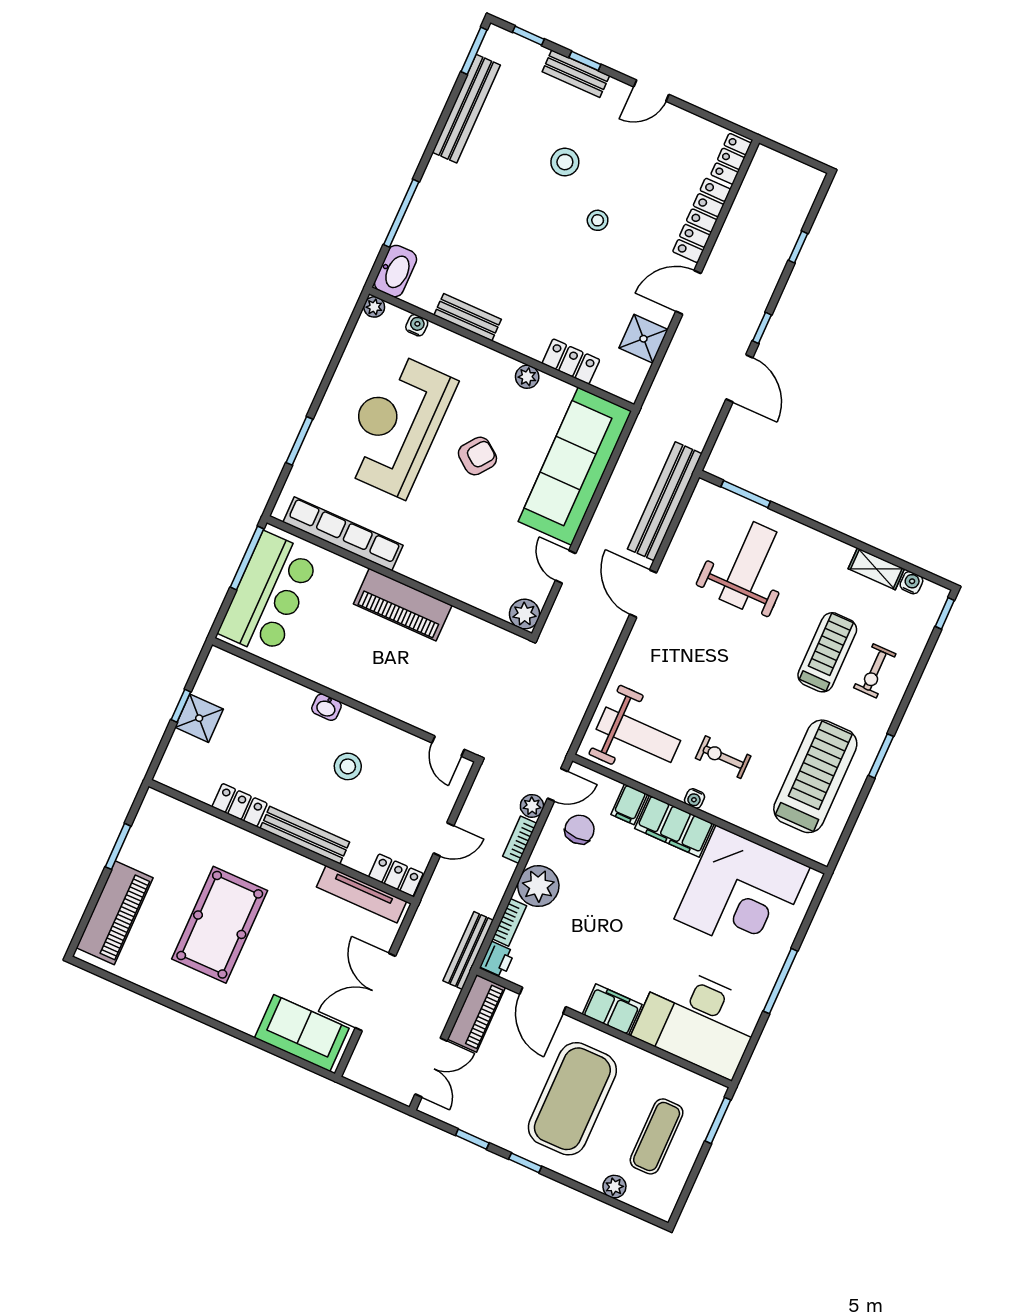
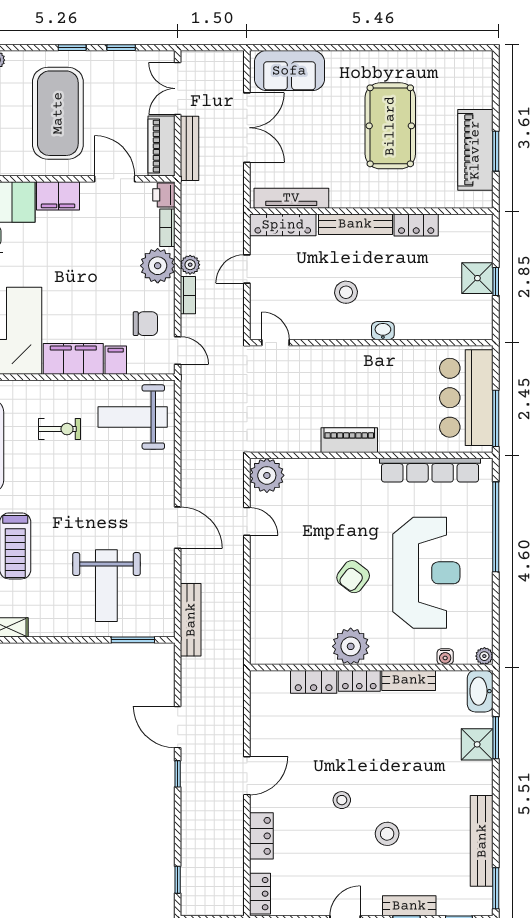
window: (401, 213) -> (496, 738), width x0.69
locker: (702, 220) -> (261, 836), width x0.66
window: (798, 247) -> (178, 880), moved
shower: (643, 339) -> (477, 744), moved
locker: (521, 341) -> (359, 681), added
plant: (527, 377) -> (351, 646), width x1.88, depth x1.88
window: (299, 441) -> (496, 527), width x2.11
sofa: (575, 466) -> (274, 602), removed
bench: (665, 501) -> (191, 620), width x0.73, depth x0.82
piano: (403, 605) -> (349, 440), width x0.73, depth x0.75
plant: (524, 614) -> (267, 475), width x1.36, depth x1.36
door: (558, 785) -> (178, 351), swing flipped
water cooler: (695, 798) -> (67, 387), removed
plant: (532, 806) -> (190, 265), moved
chair: (580, 829) -> (145, 324), turned -90
locker: (396, 875) -> (283, 225), width x1.53
piano: (115, 913) -> (475, 150), moved
bench: (468, 951) -> (189, 148), moved

